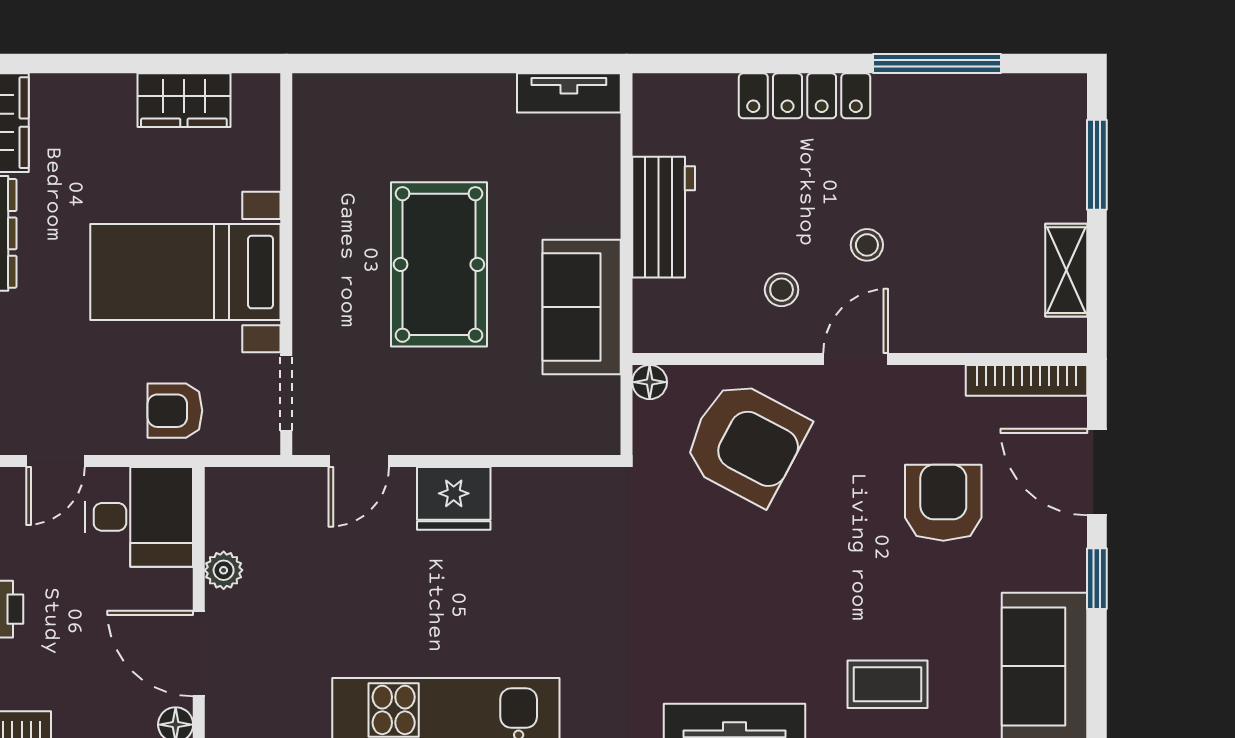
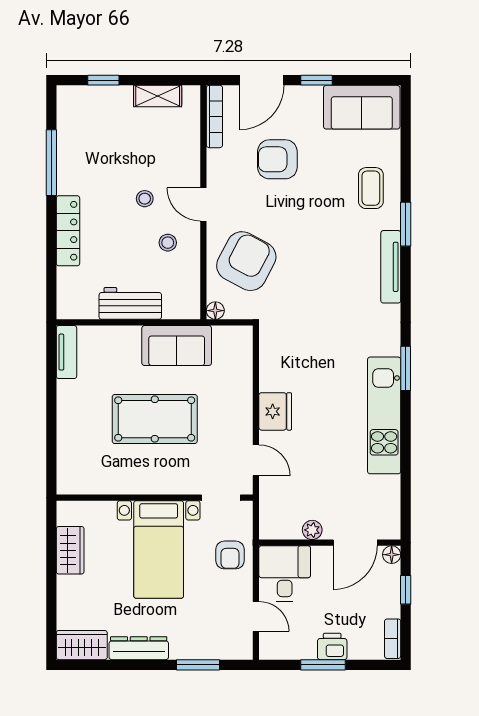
window: (1097, 165) -> (103, 80), width x0.67

